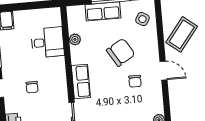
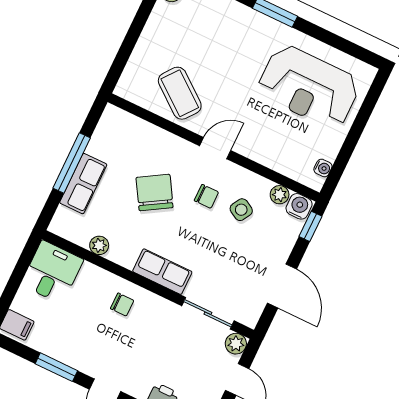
side table: (142, 19) -> (241, 210), moved
desk: (48, 42) -> (52, 272), moved
chair: (32, 87) -> (122, 305), moved

